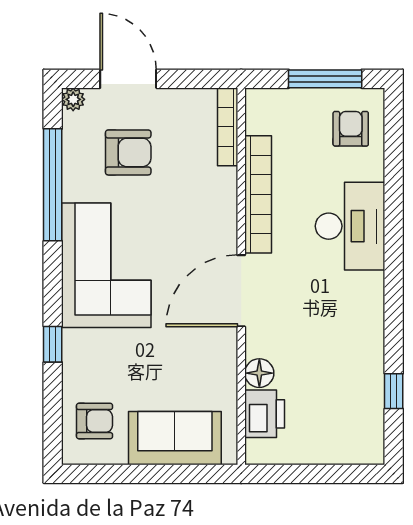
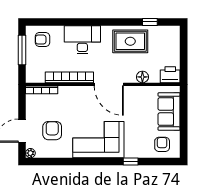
window: (53, 185) -> (65, 161), removed
rug: (346, 343) -> (130, 41), added
printer: (265, 414) -> (170, 75), moved

